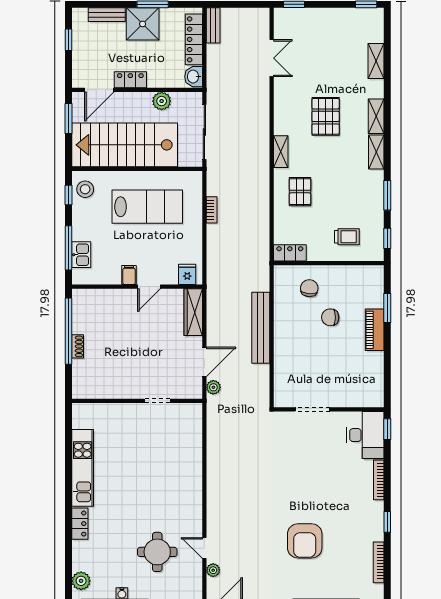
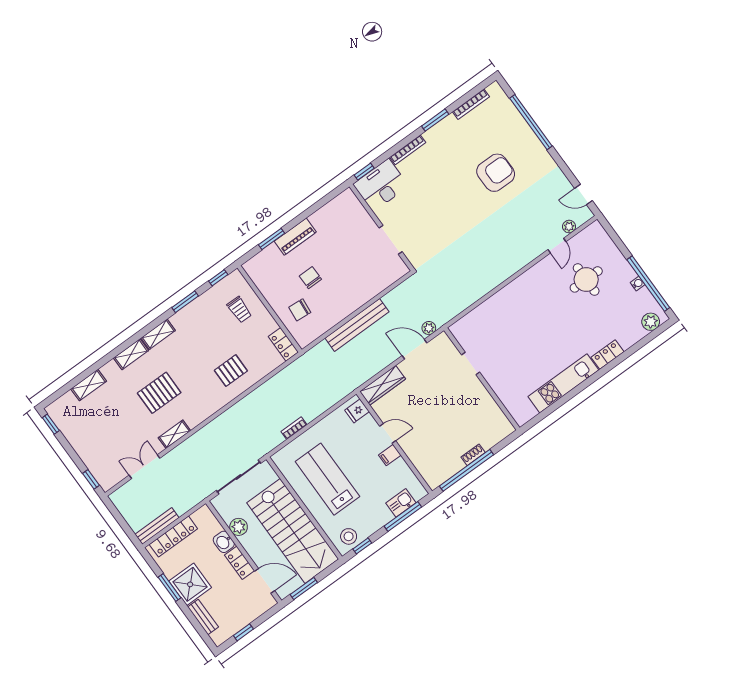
bench: (213, 25) -> (157, 526), width x1.36
washbasin: (194, 77) -> (224, 542), moved, turned 90
shelving: (281, 152) -> (174, 434), moved
trolley: (347, 237) -> (239, 310), turned 180
chair: (330, 317) -> (310, 278), turned 180
window: (387, 522) -> (435, 120), width x1.50

